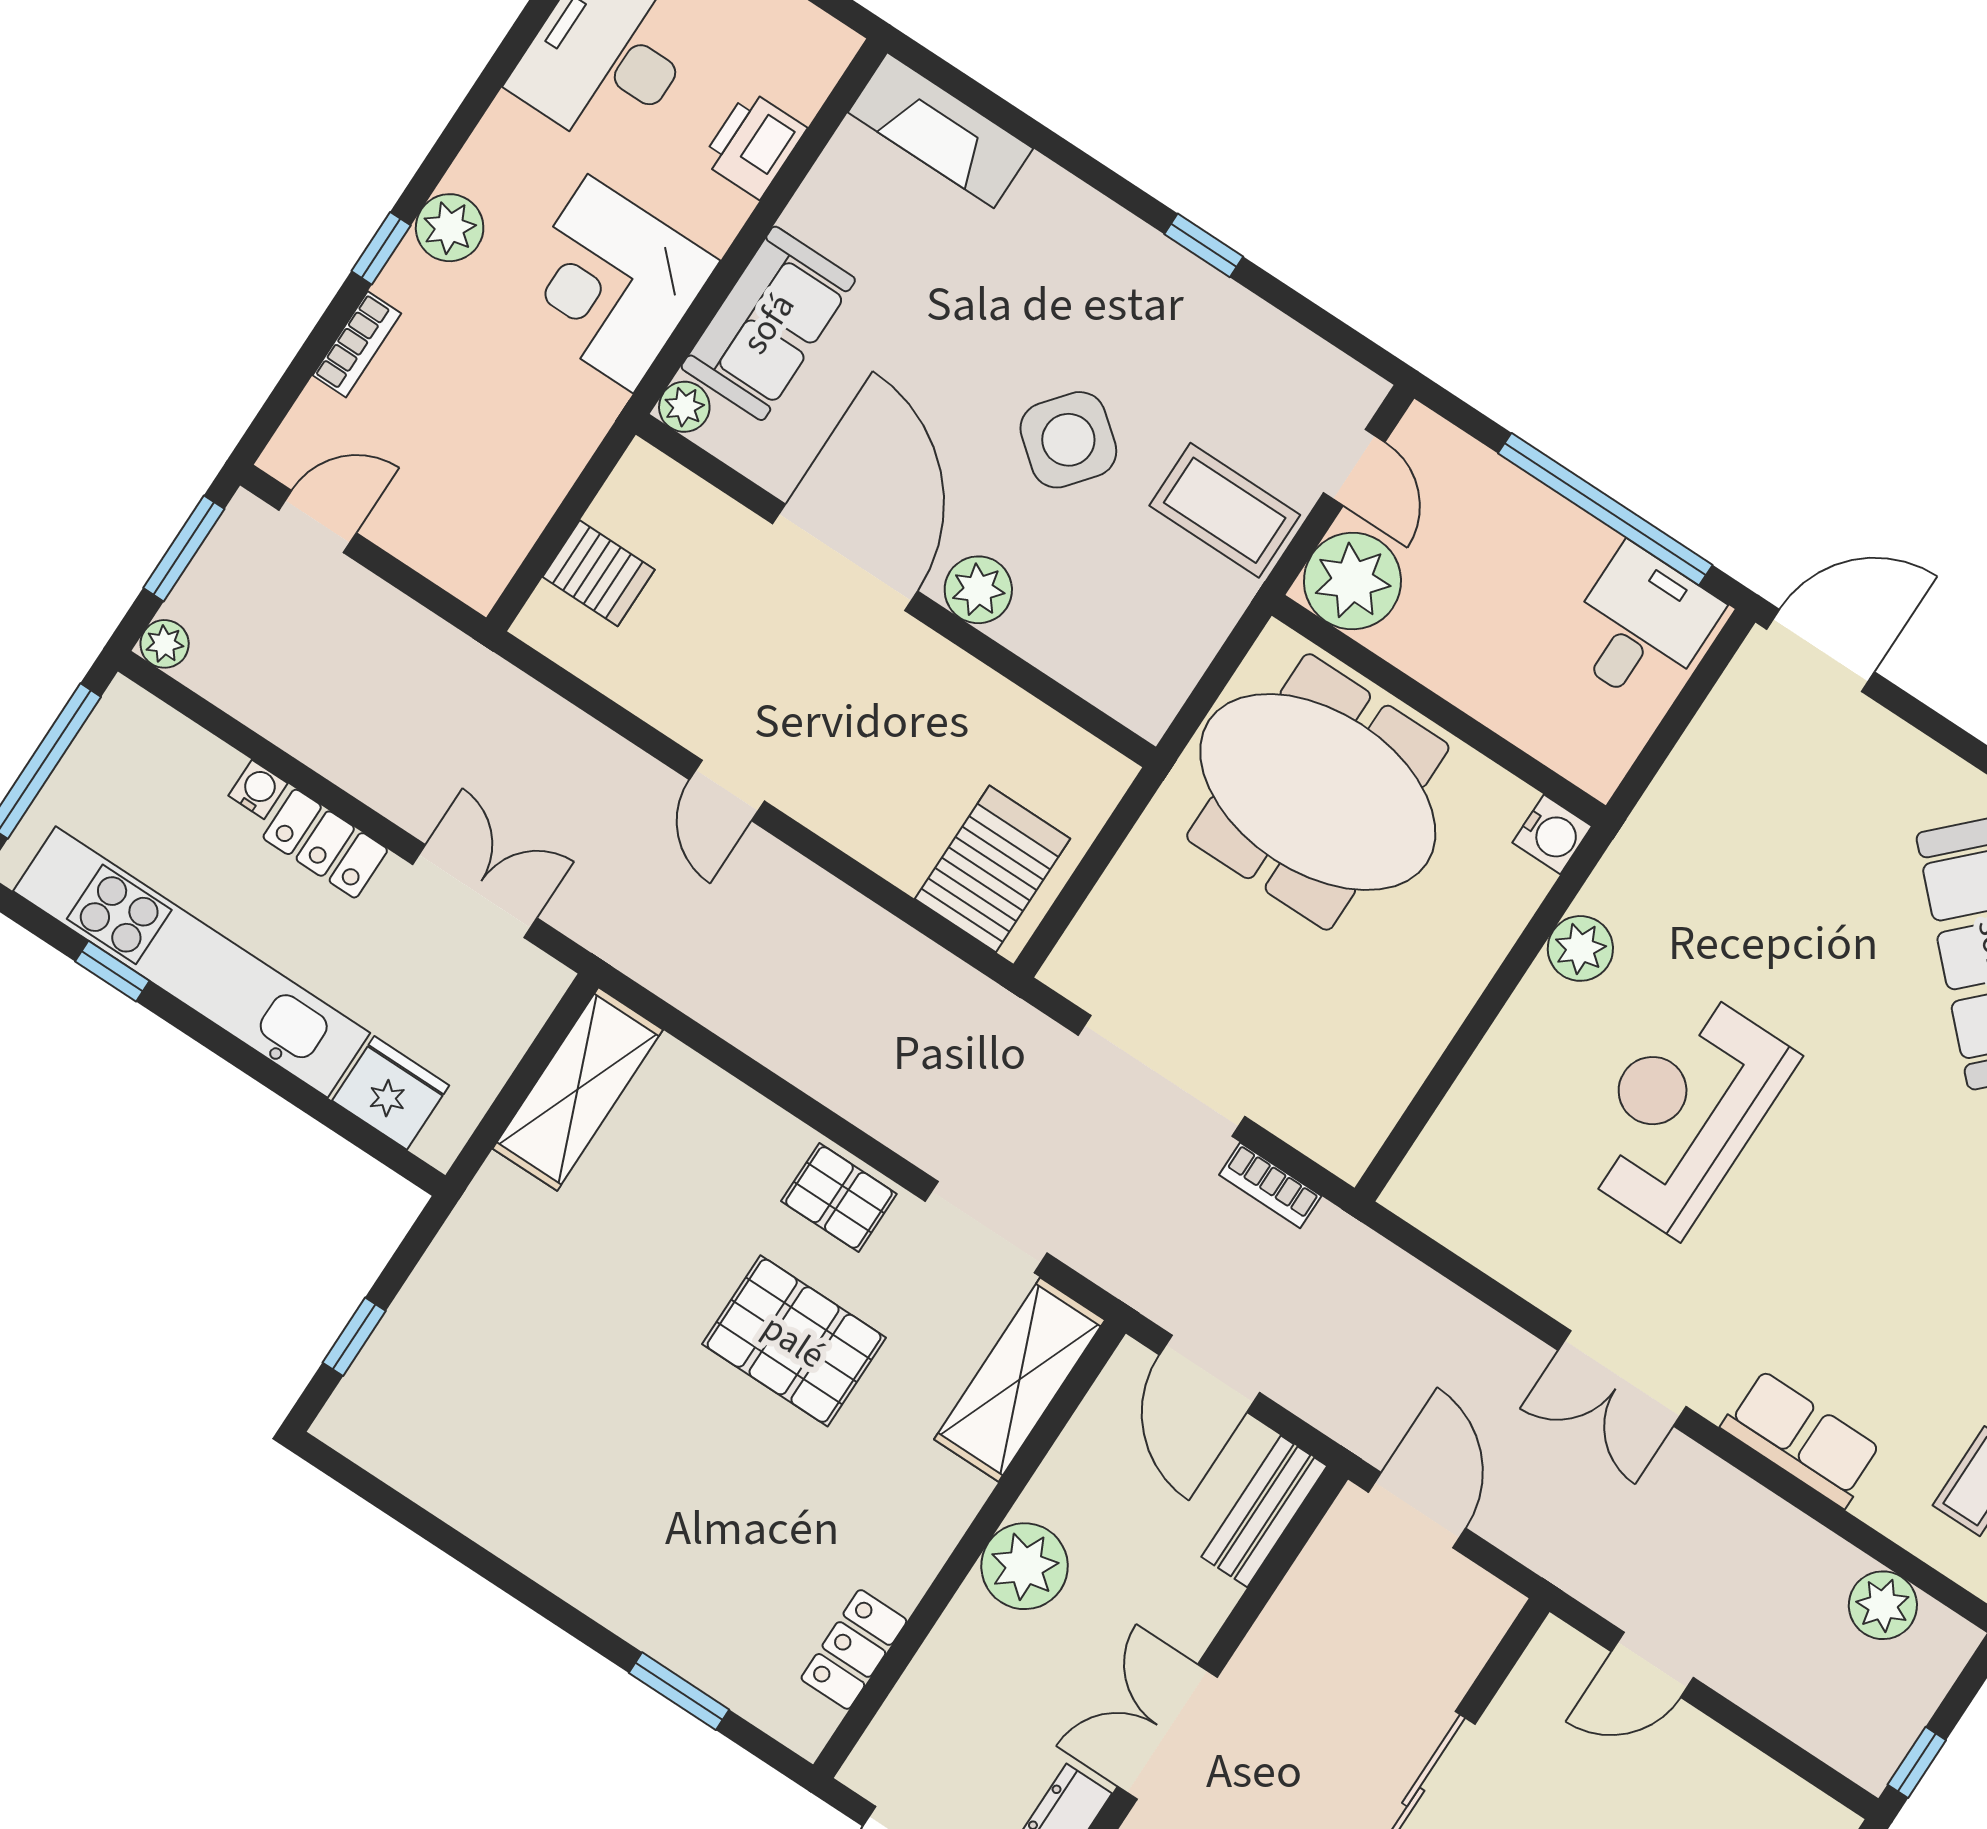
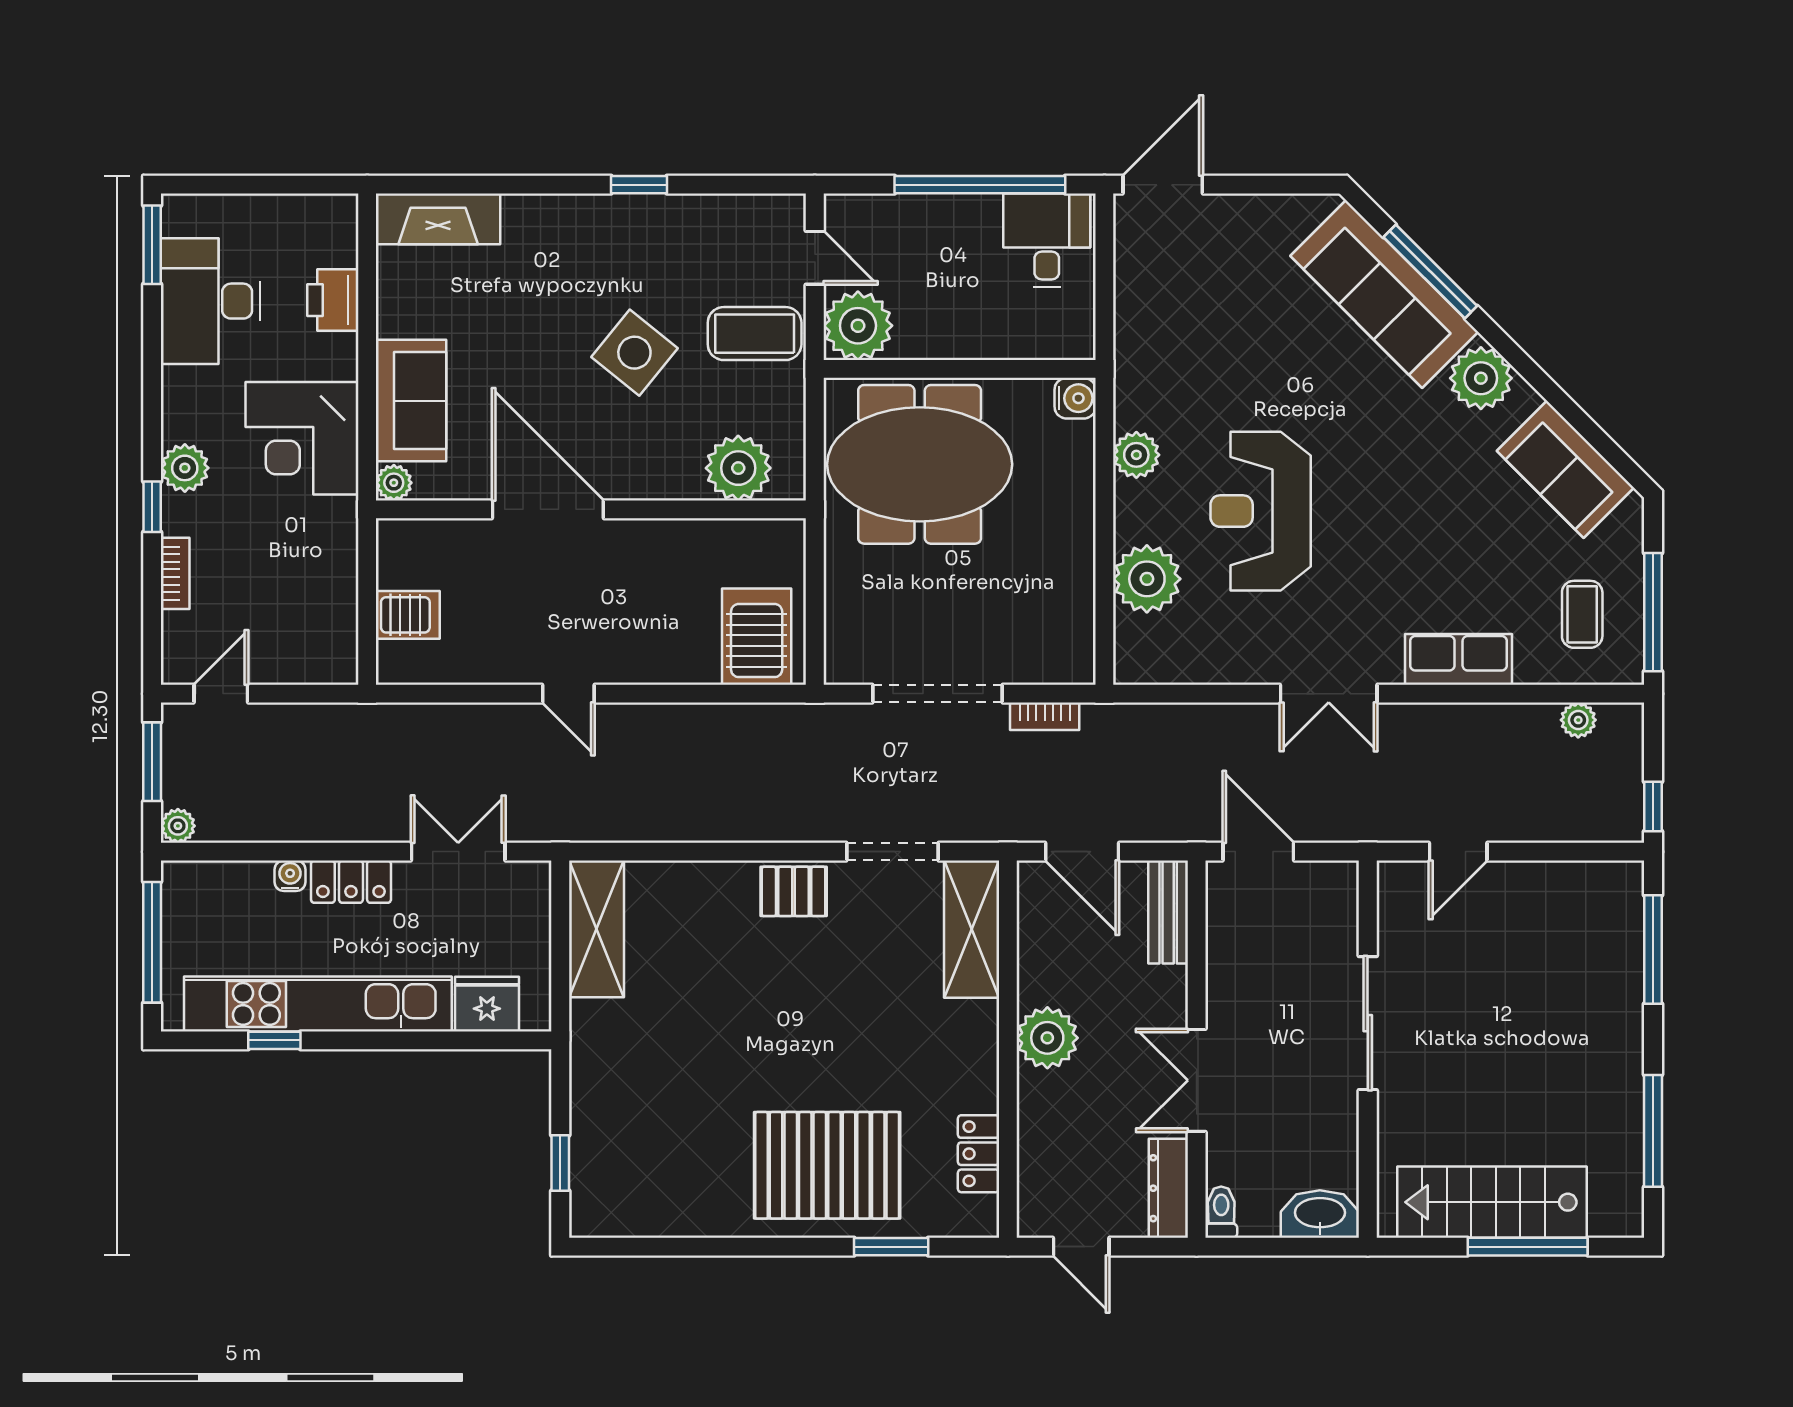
plant: (978, 590) -> (738, 468), moved, width x1.36, depth x1.36
plant: (1497, 1103) -> (1147, 579), added
pallet: (794, 1341) -> (827, 1165), moved, width x1.37, depth x1.41
plant: (1883, 1605) -> (1578, 720), width x0.73, depth x0.73

